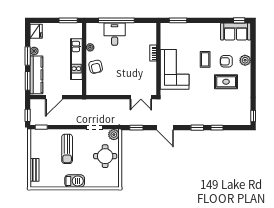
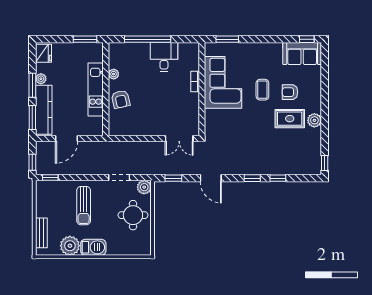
desk: (115, 34) -> (164, 57), moved
plant: (245, 60) -> (314, 120), moved
corner sofa: (175, 69) -> (223, 82), moved
plant: (57, 180) -> (70, 246), added

